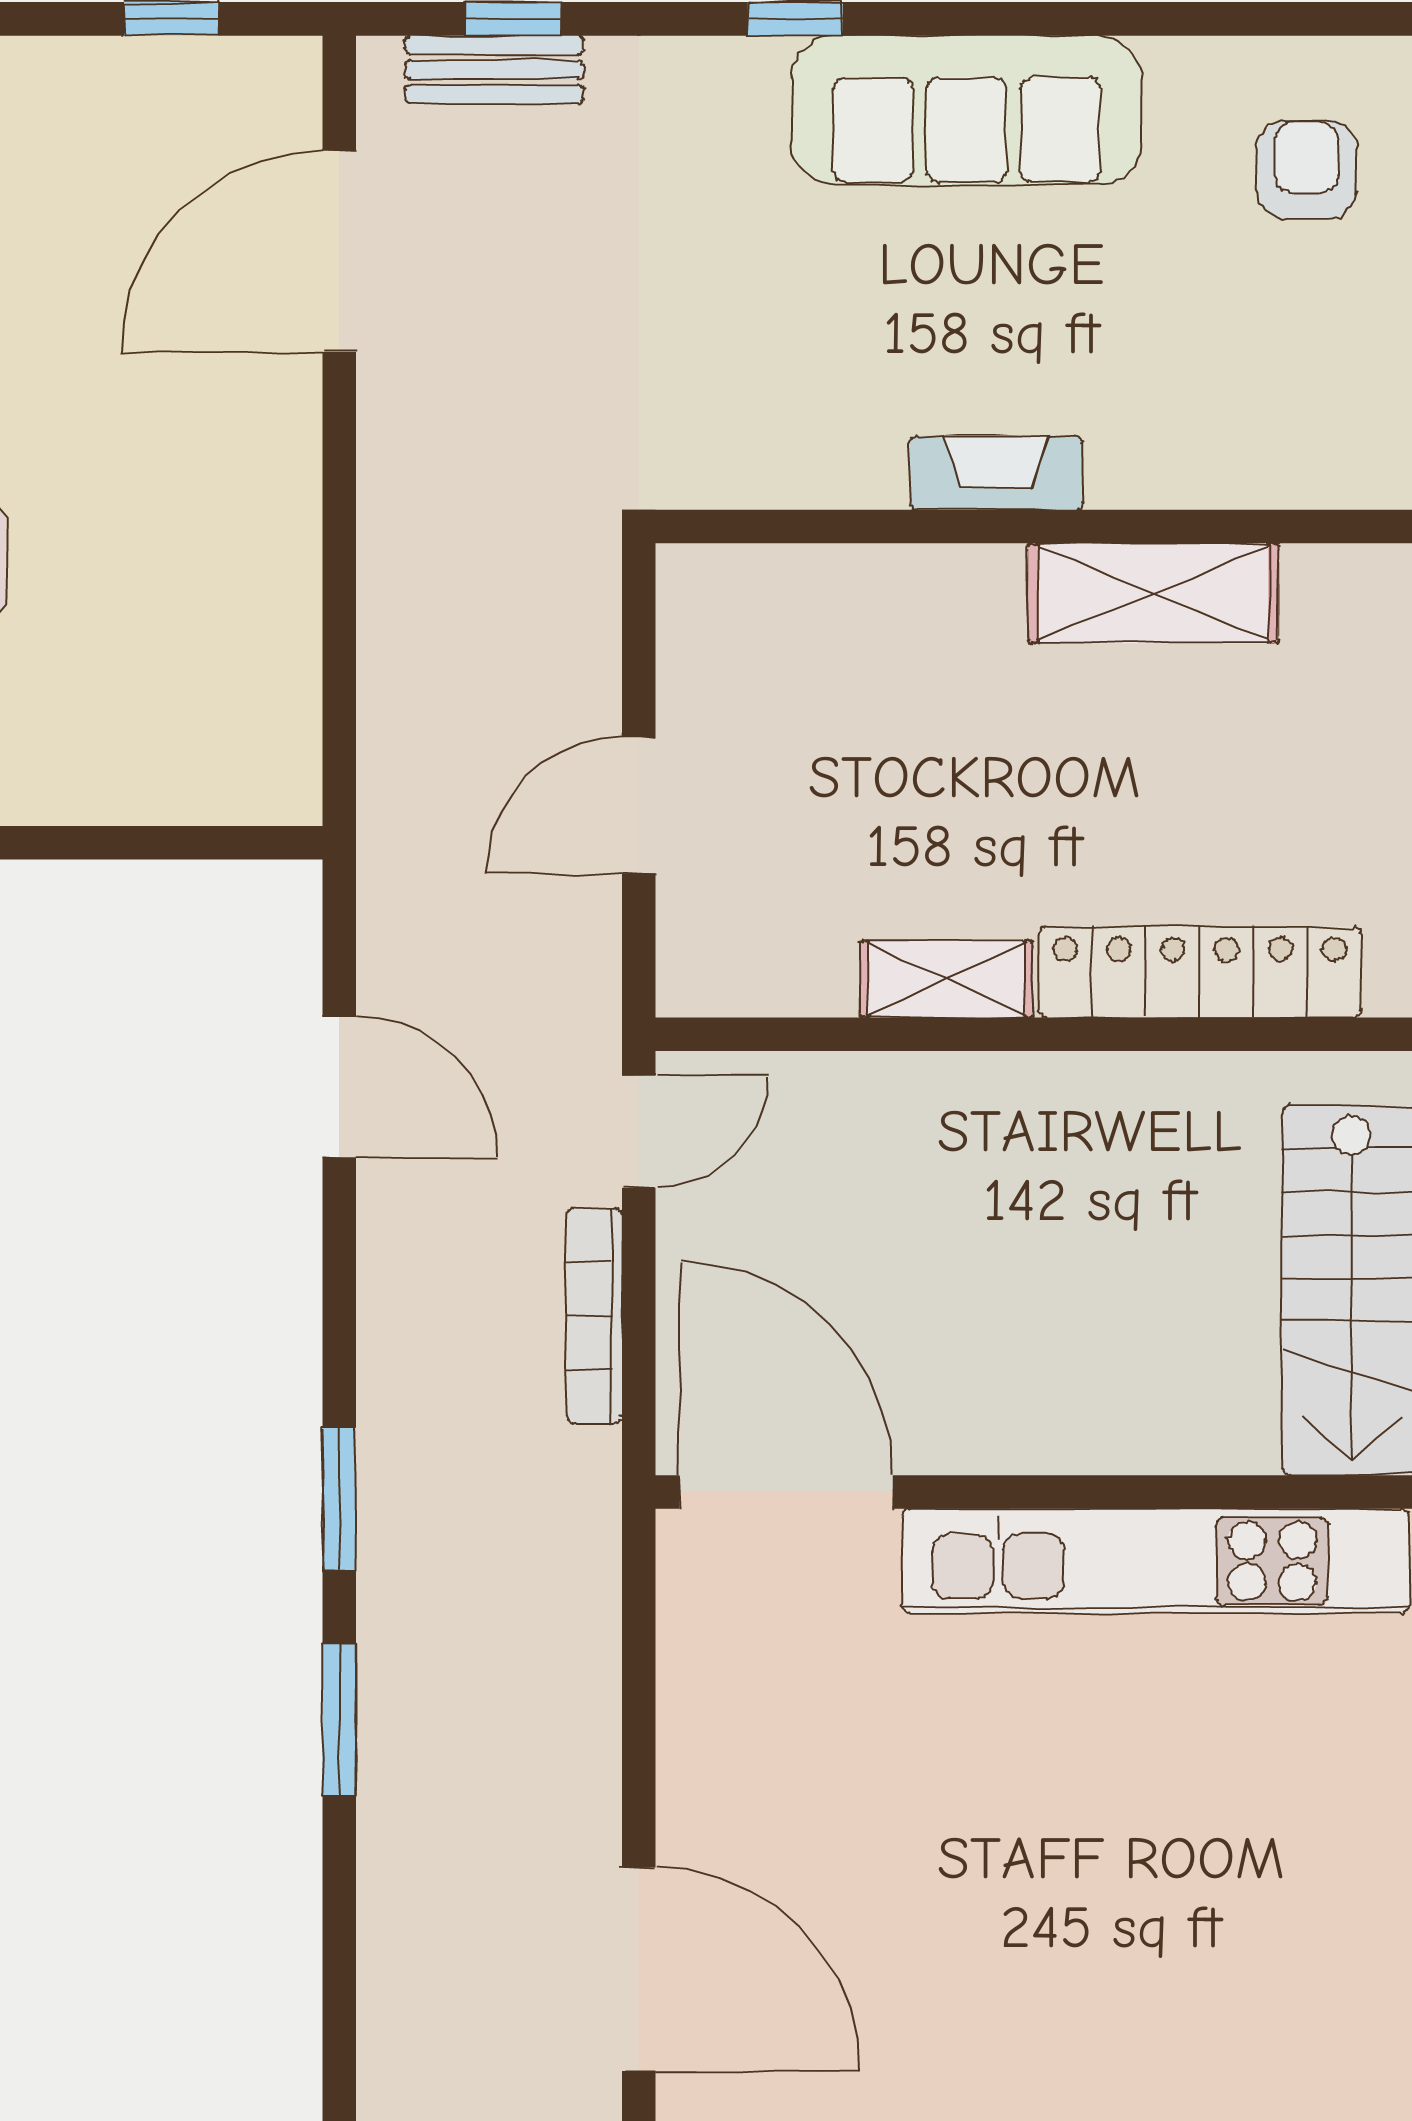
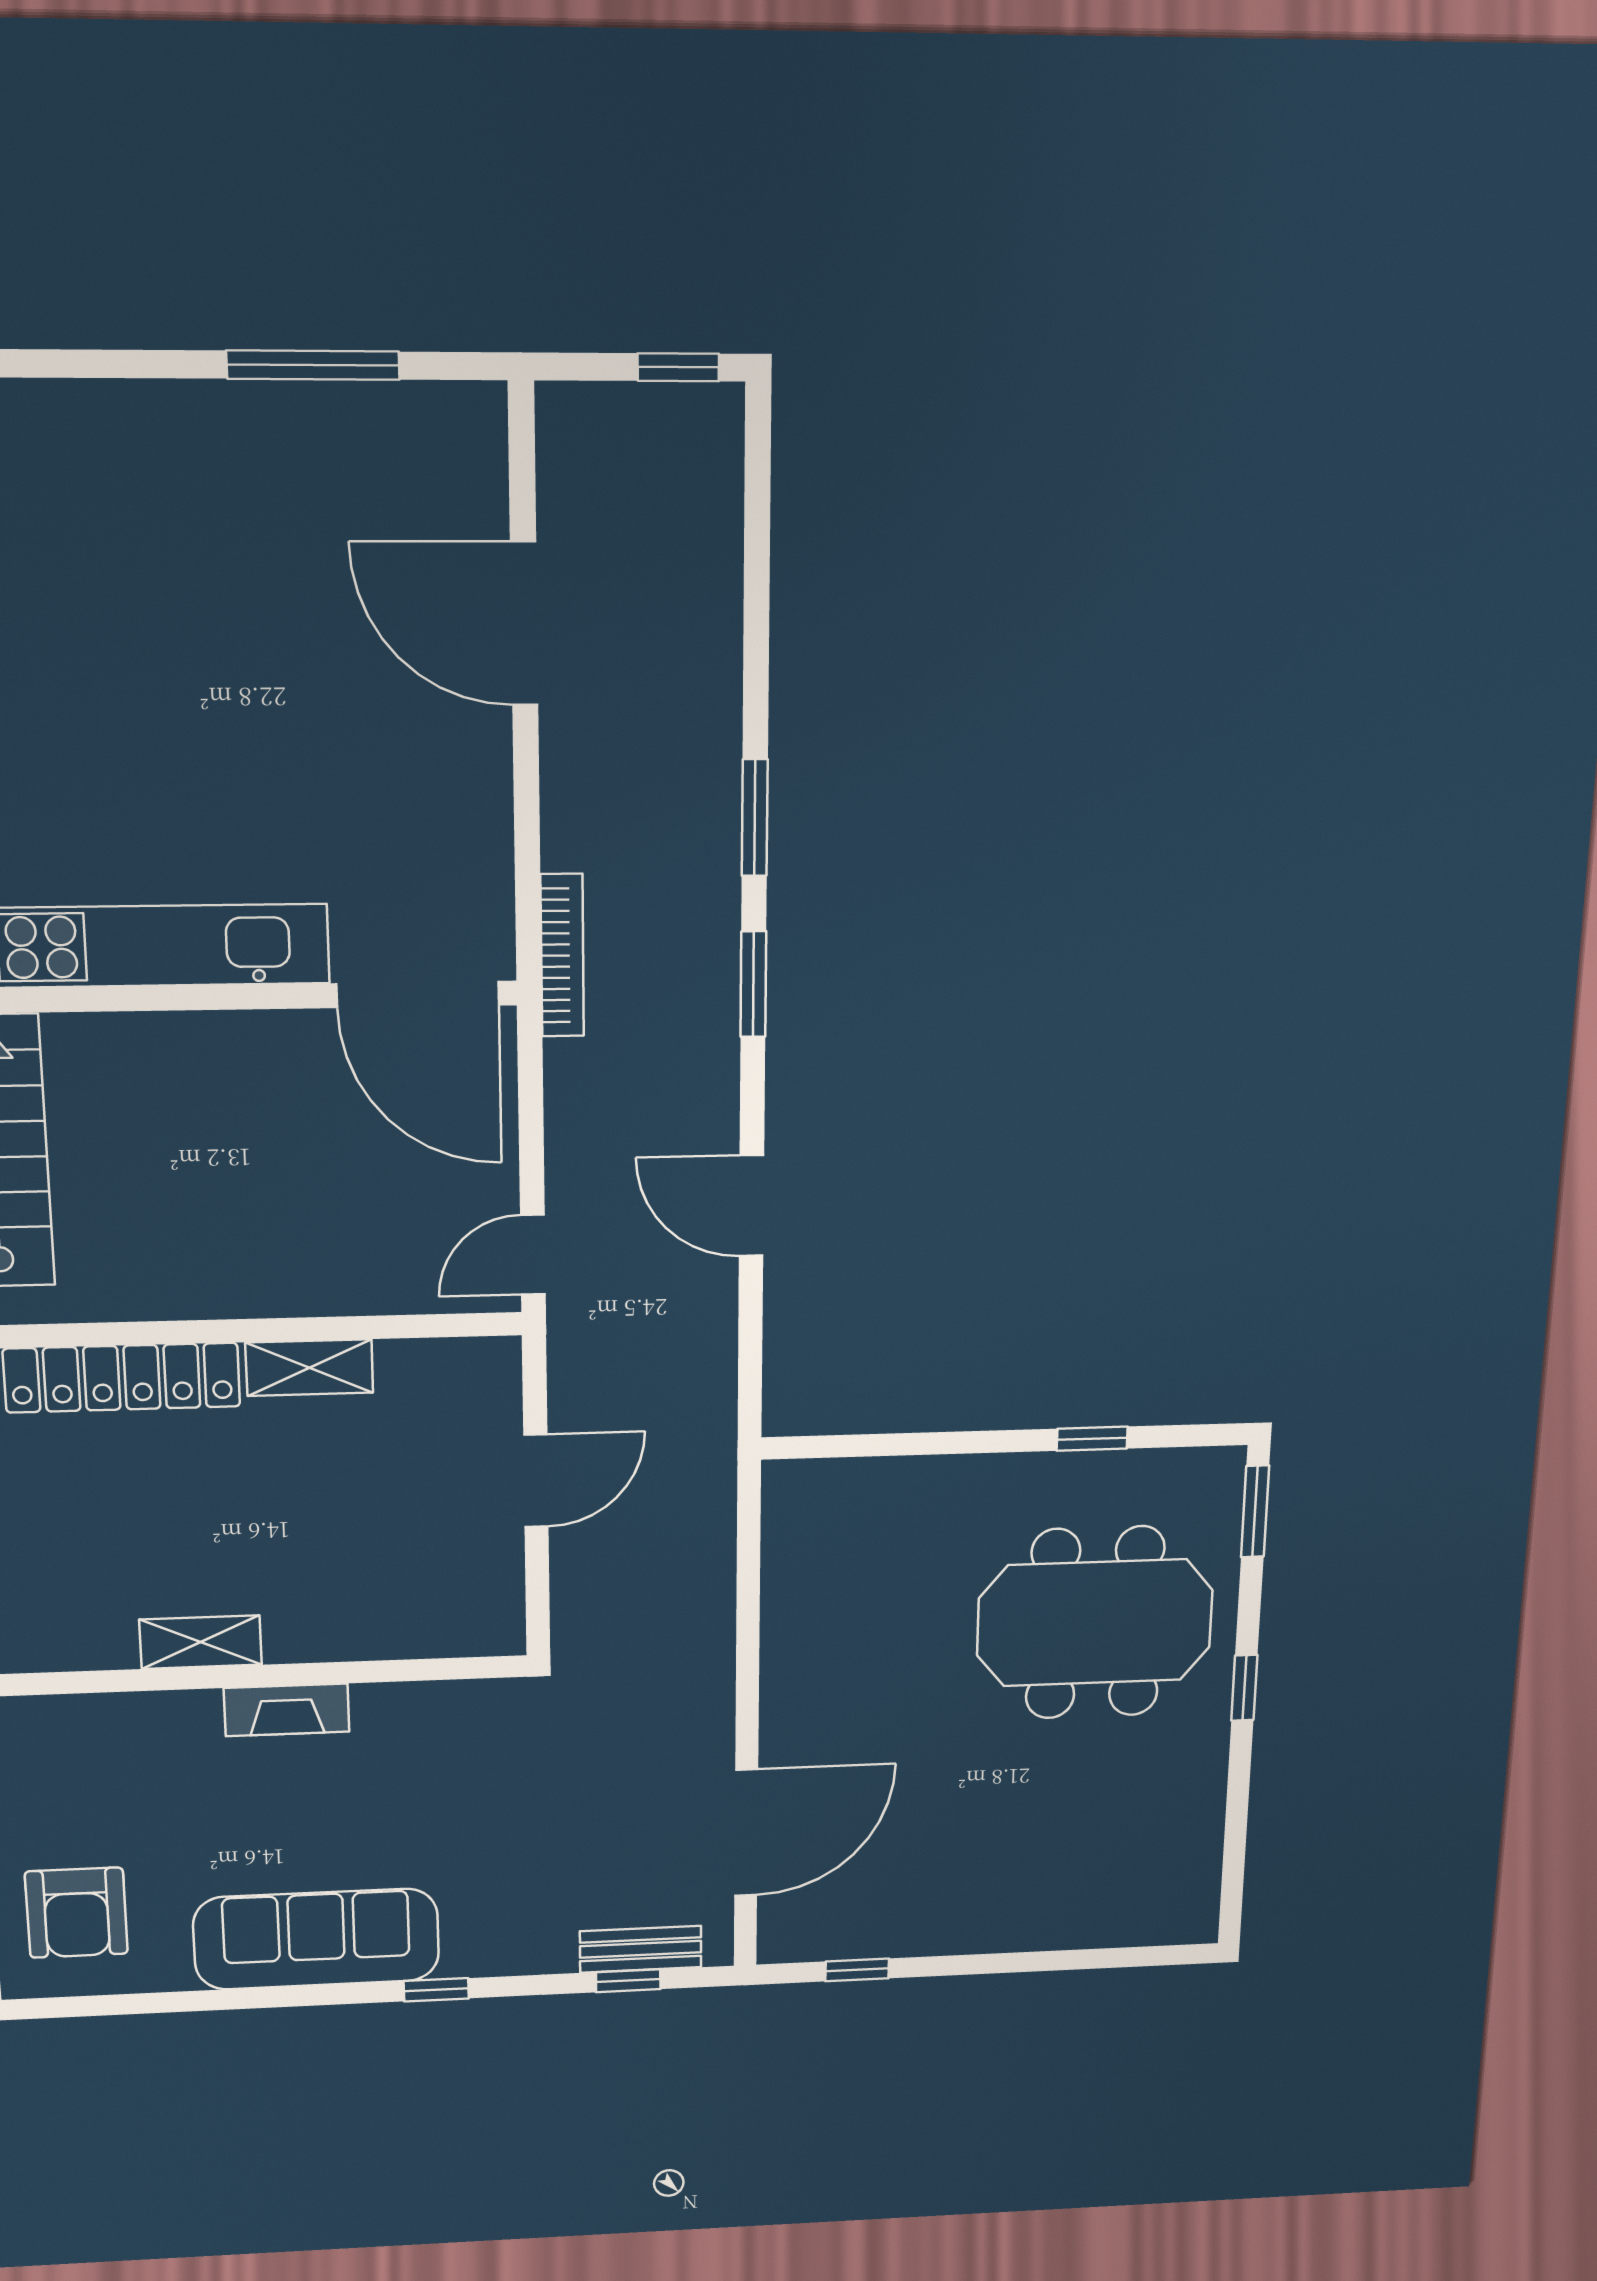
armchair: (1307, 170) -> (76, 1913), width x1.38, depth x1.38
shelving: (1153, 593) -> (201, 1642), width x0.67, depth x0.75
door: (339, 1087) -> (751, 1206), moved
bookcase: (595, 1316) -> (562, 955), moved

